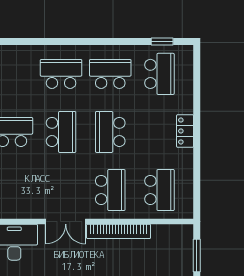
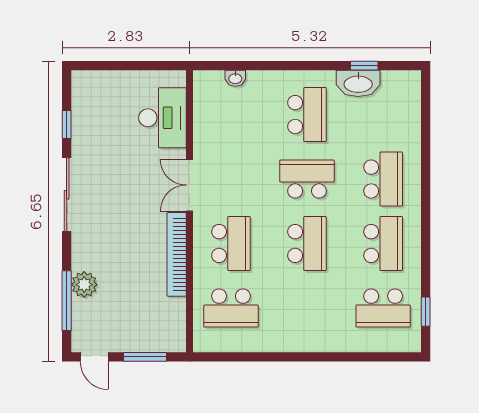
locker: (185, 131) -> (308, 342), removed
school desk: (61, 132) -> (307, 179), turned 180
school desk: (110, 132) -> (307, 244), turned 90
school desk: (110, 190) -> (231, 244), turned -90

